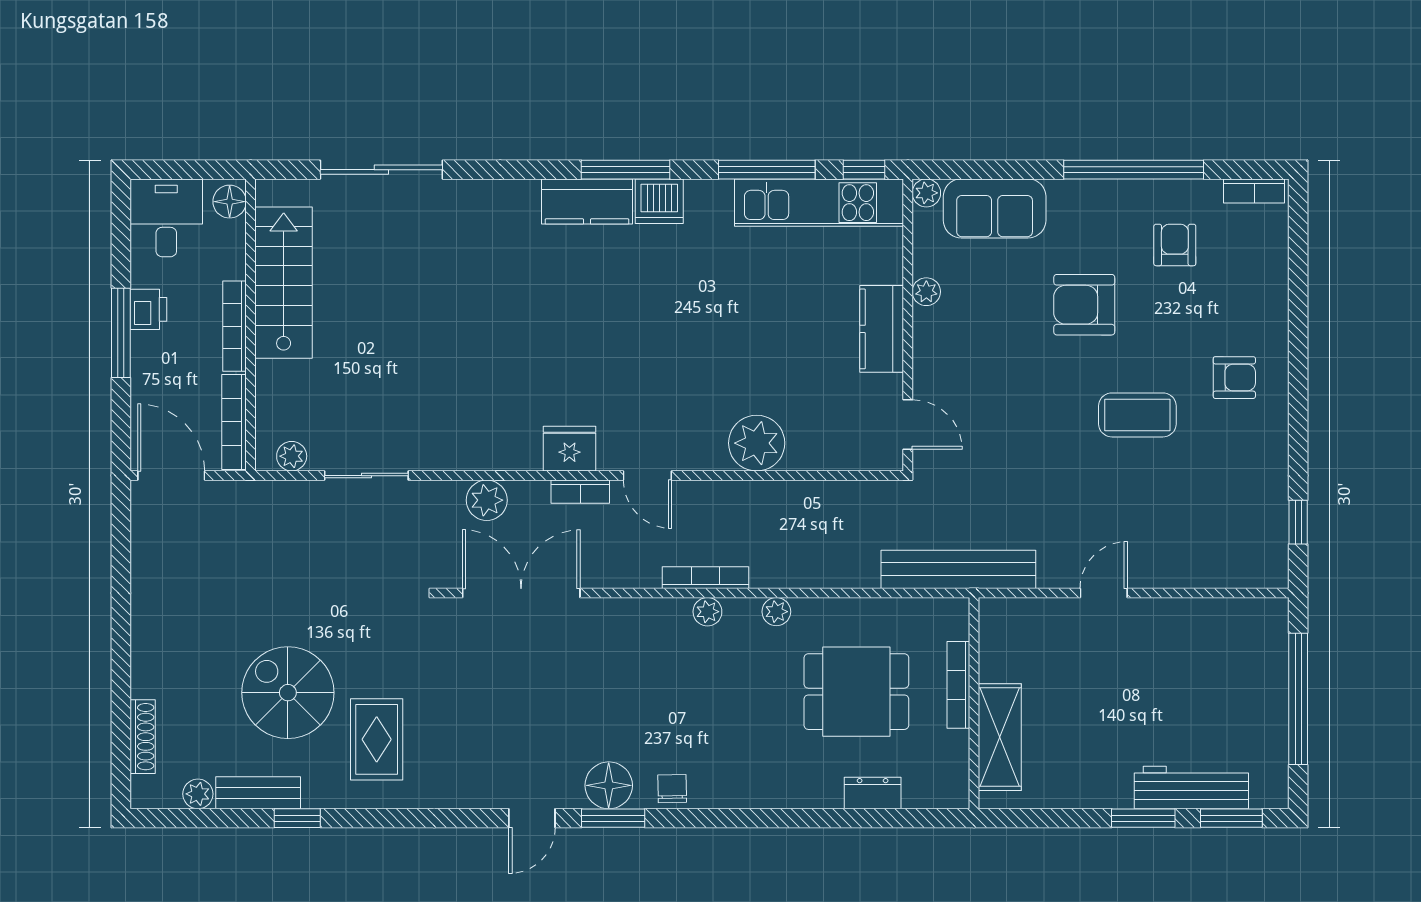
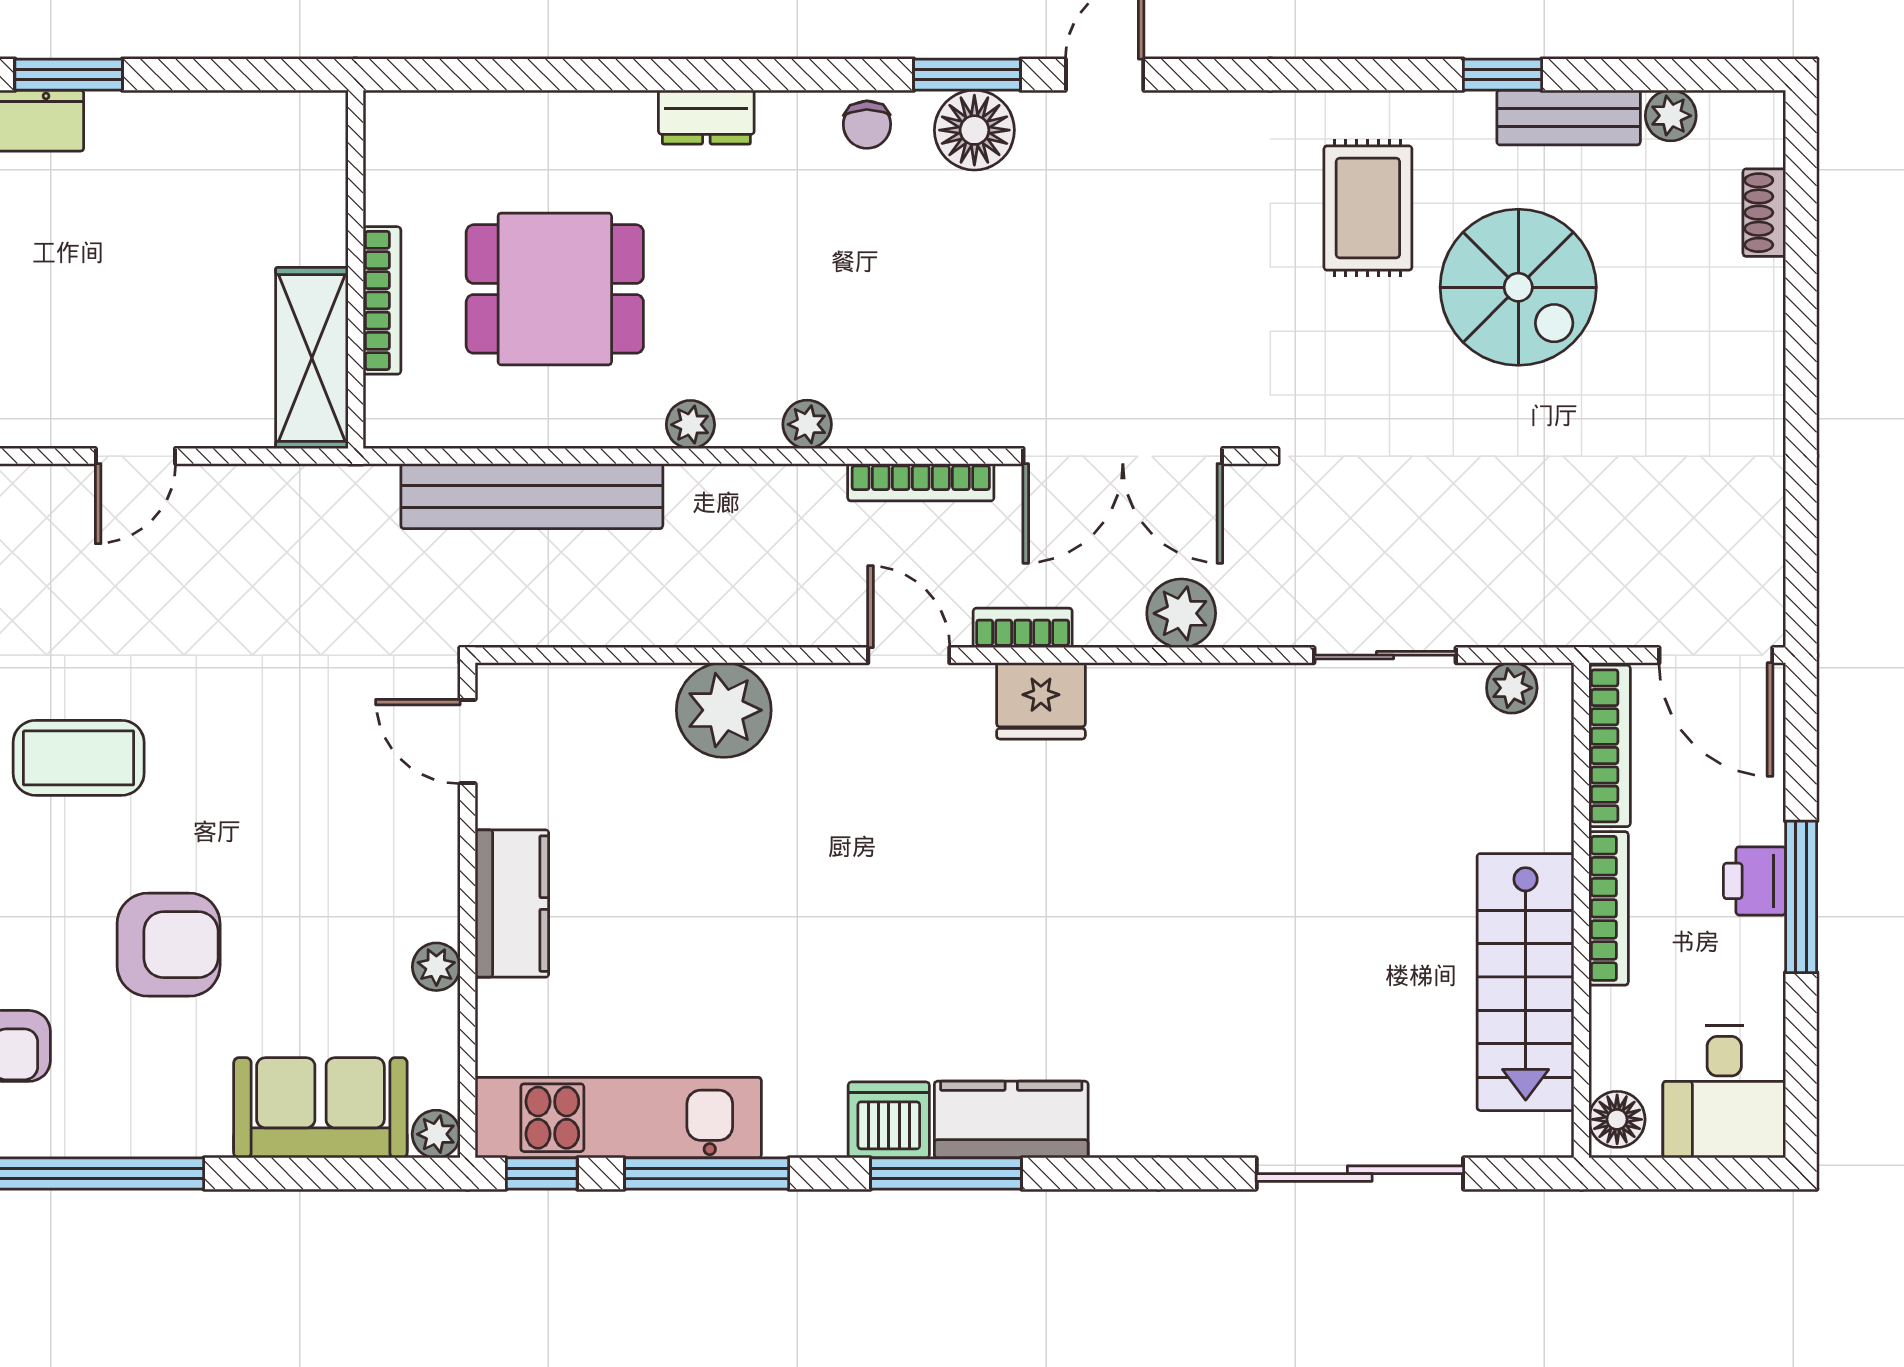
printer: (148, 309) -> (1755, 881), moved
bench: (958, 569) -> (532, 496), moved
bookcase: (705, 578) -> (921, 482), moved
shoe rack: (143, 737) -> (1764, 213), width x0.70
shelving: (1000, 737) -> (312, 358), moved
dresser: (873, 793) -> (706, 117), moved

